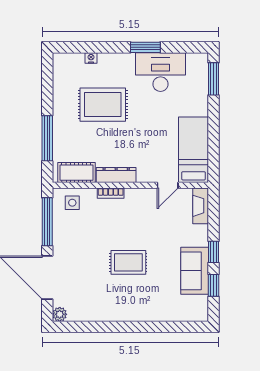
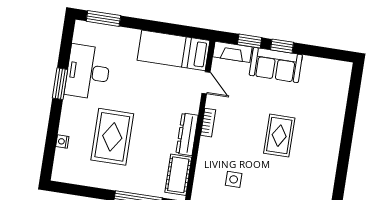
bookcase: (111, 193) -> (208, 123), moved
side table: (72, 203) -> (234, 179), moved
sofa: (195, 271) -> (276, 65), moved
window: (213, 285) -> (250, 41), moved

